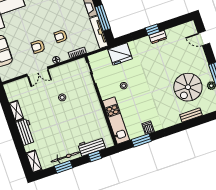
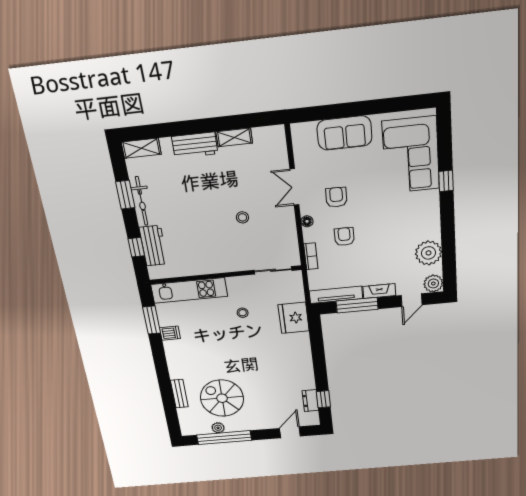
window: (152, 30) -> (323, 399), moved
dresser: (158, 37) -> (310, 401), moved

